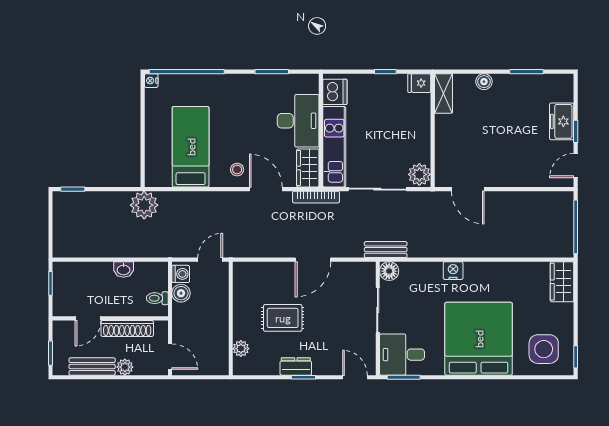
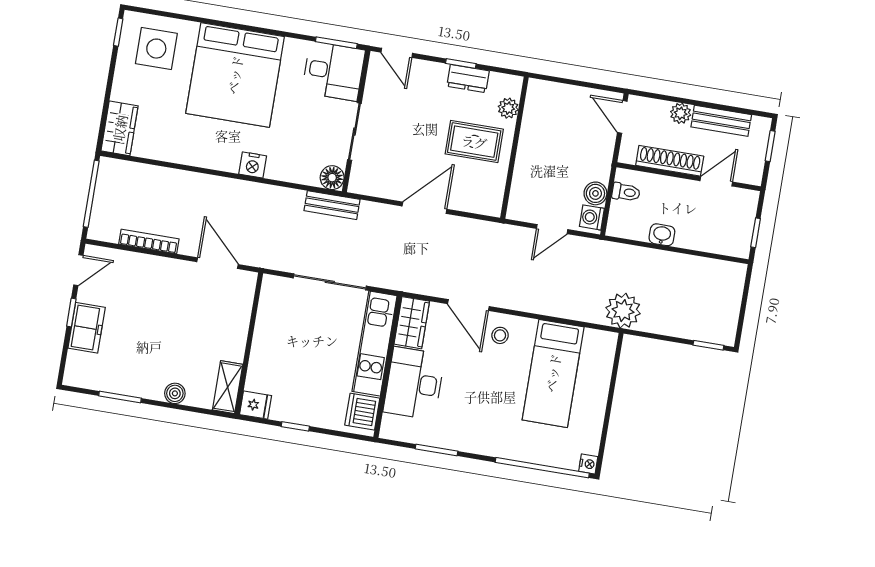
plant: (419, 174) -> (274, 291), removed
bookcase: (316, 197) -> (149, 242), moved
wall: (231, 318) -> (514, 148), moved
plant: (241, 349) -> (508, 108), moved

